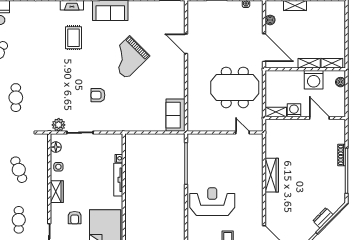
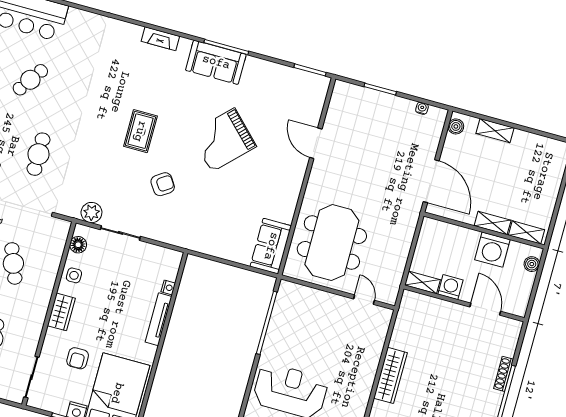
boiler: (270, 20) -> (456, 126), moved
rug: (74, 38) -> (140, 131), moved
meeting table: (235, 87) -> (332, 243), moved, turned 90
armchair: (98, 95) -> (163, 184), turned 146

